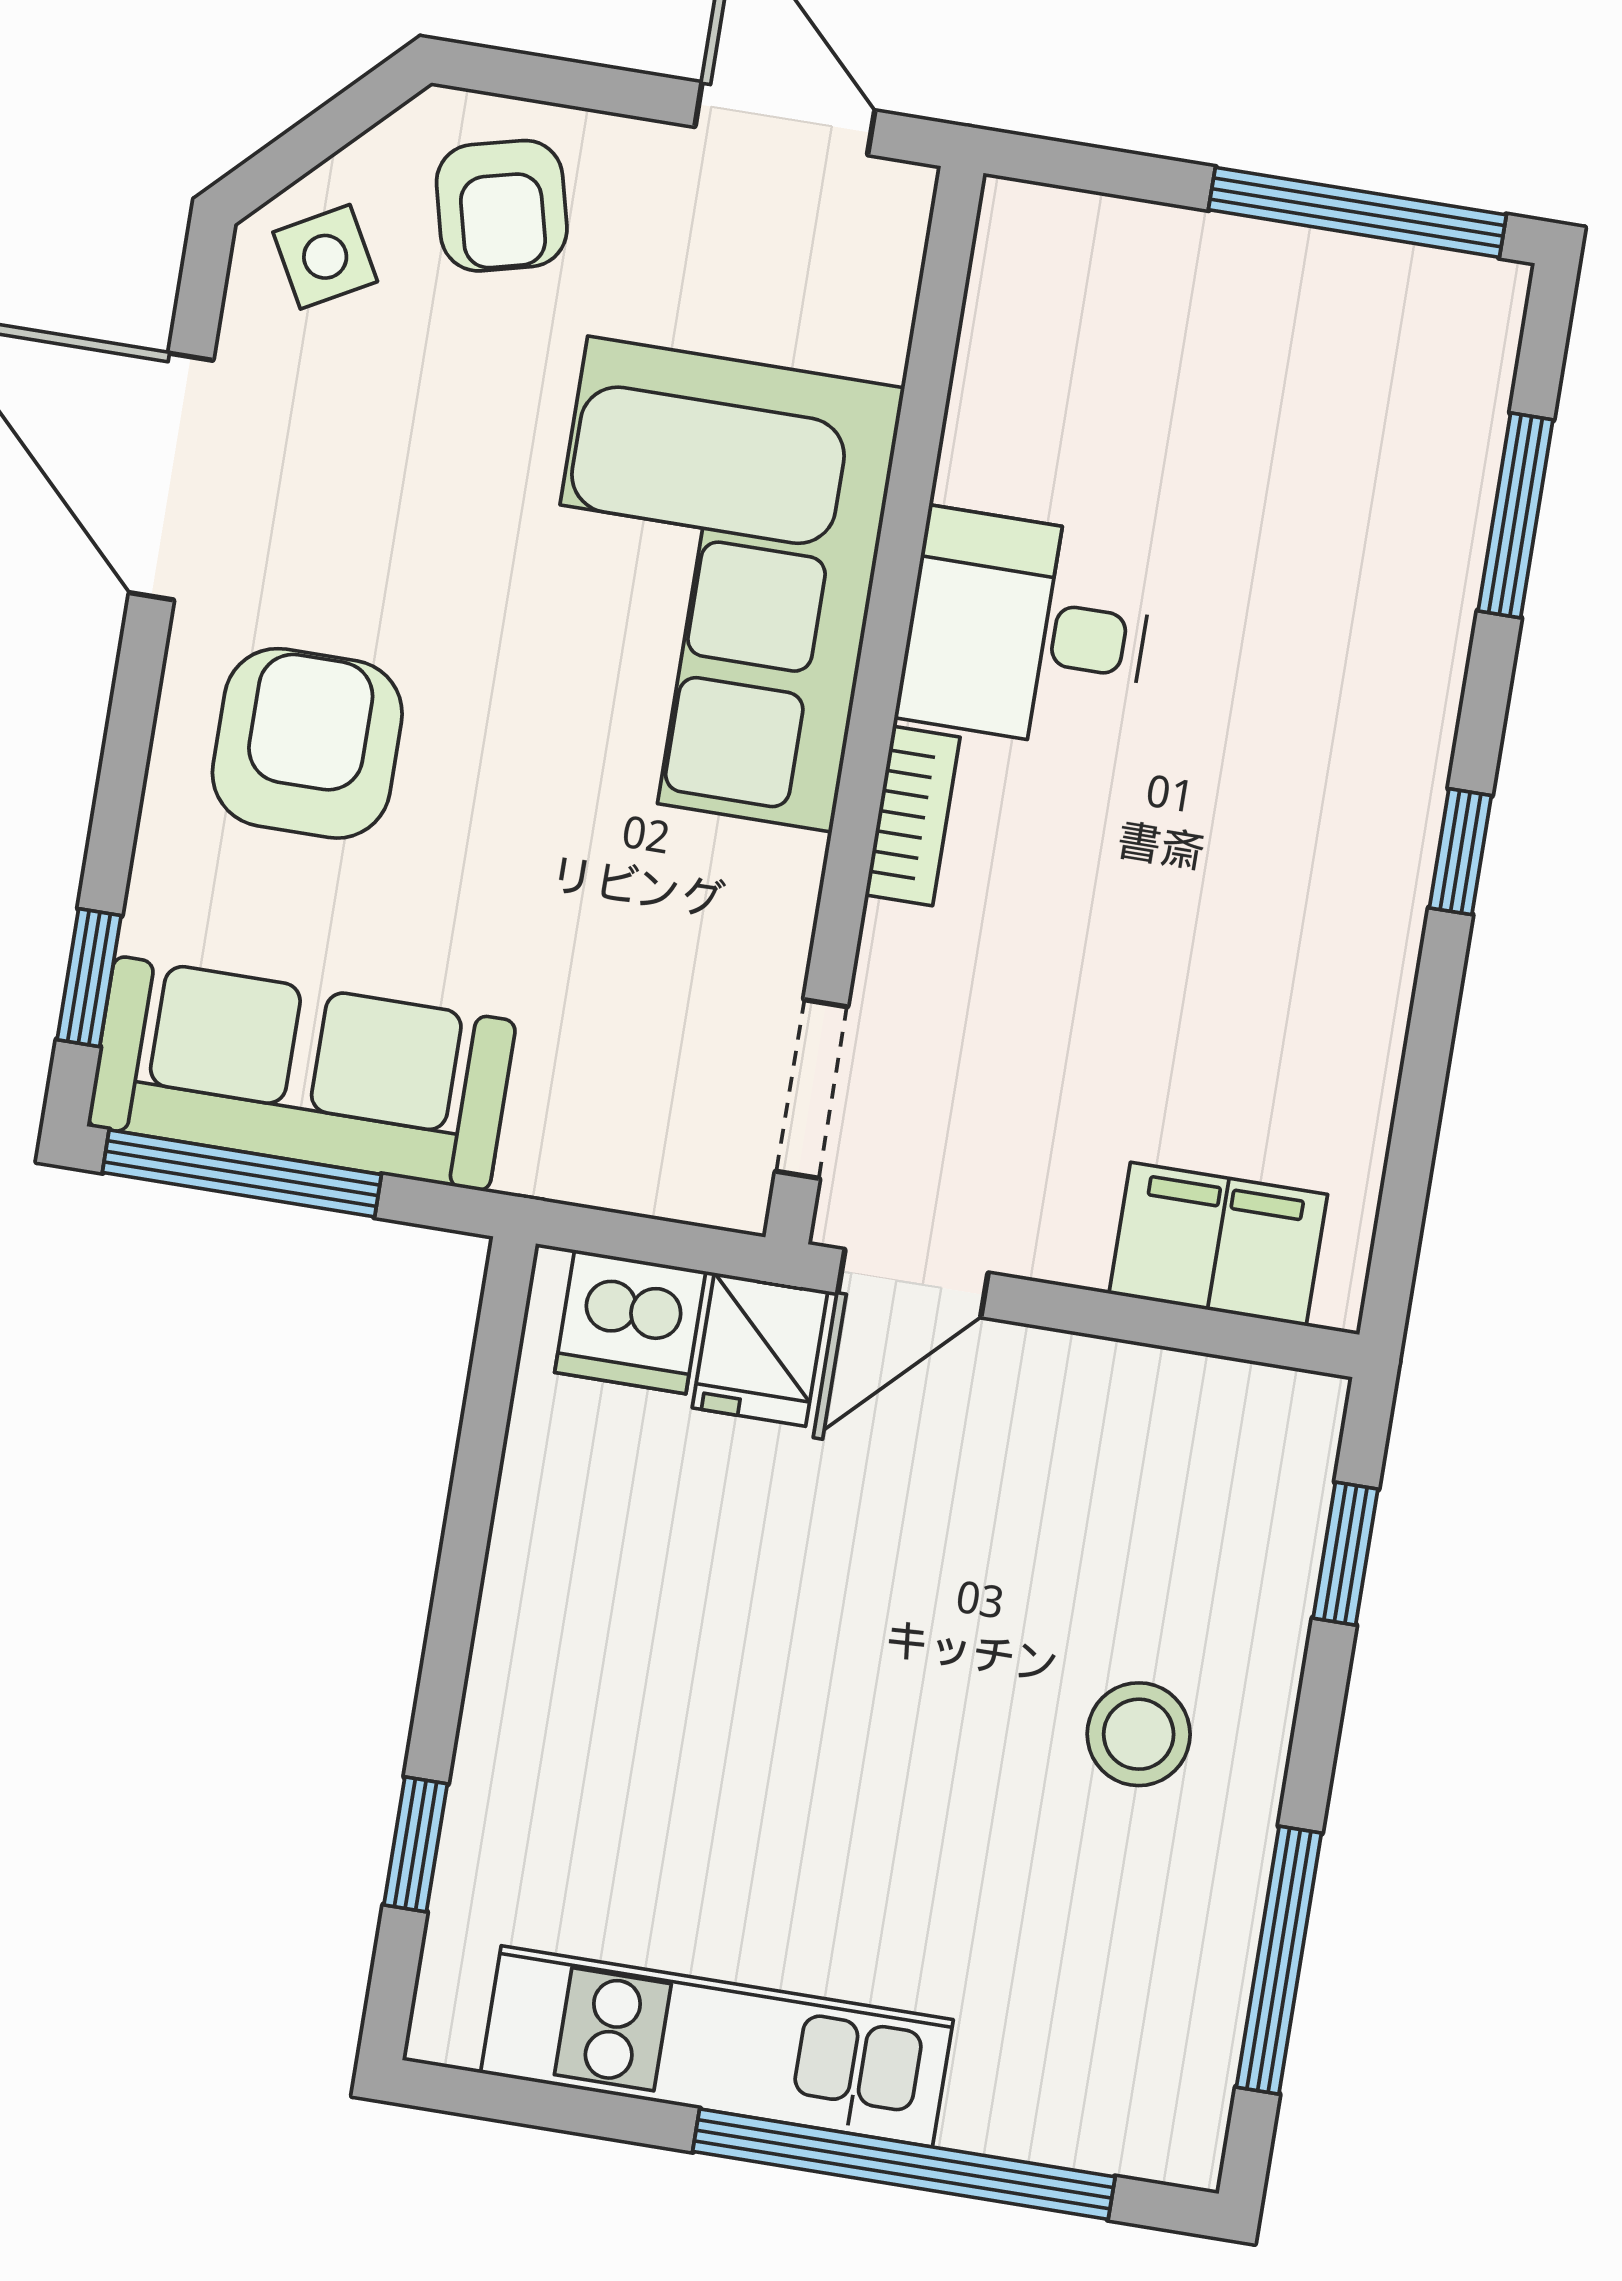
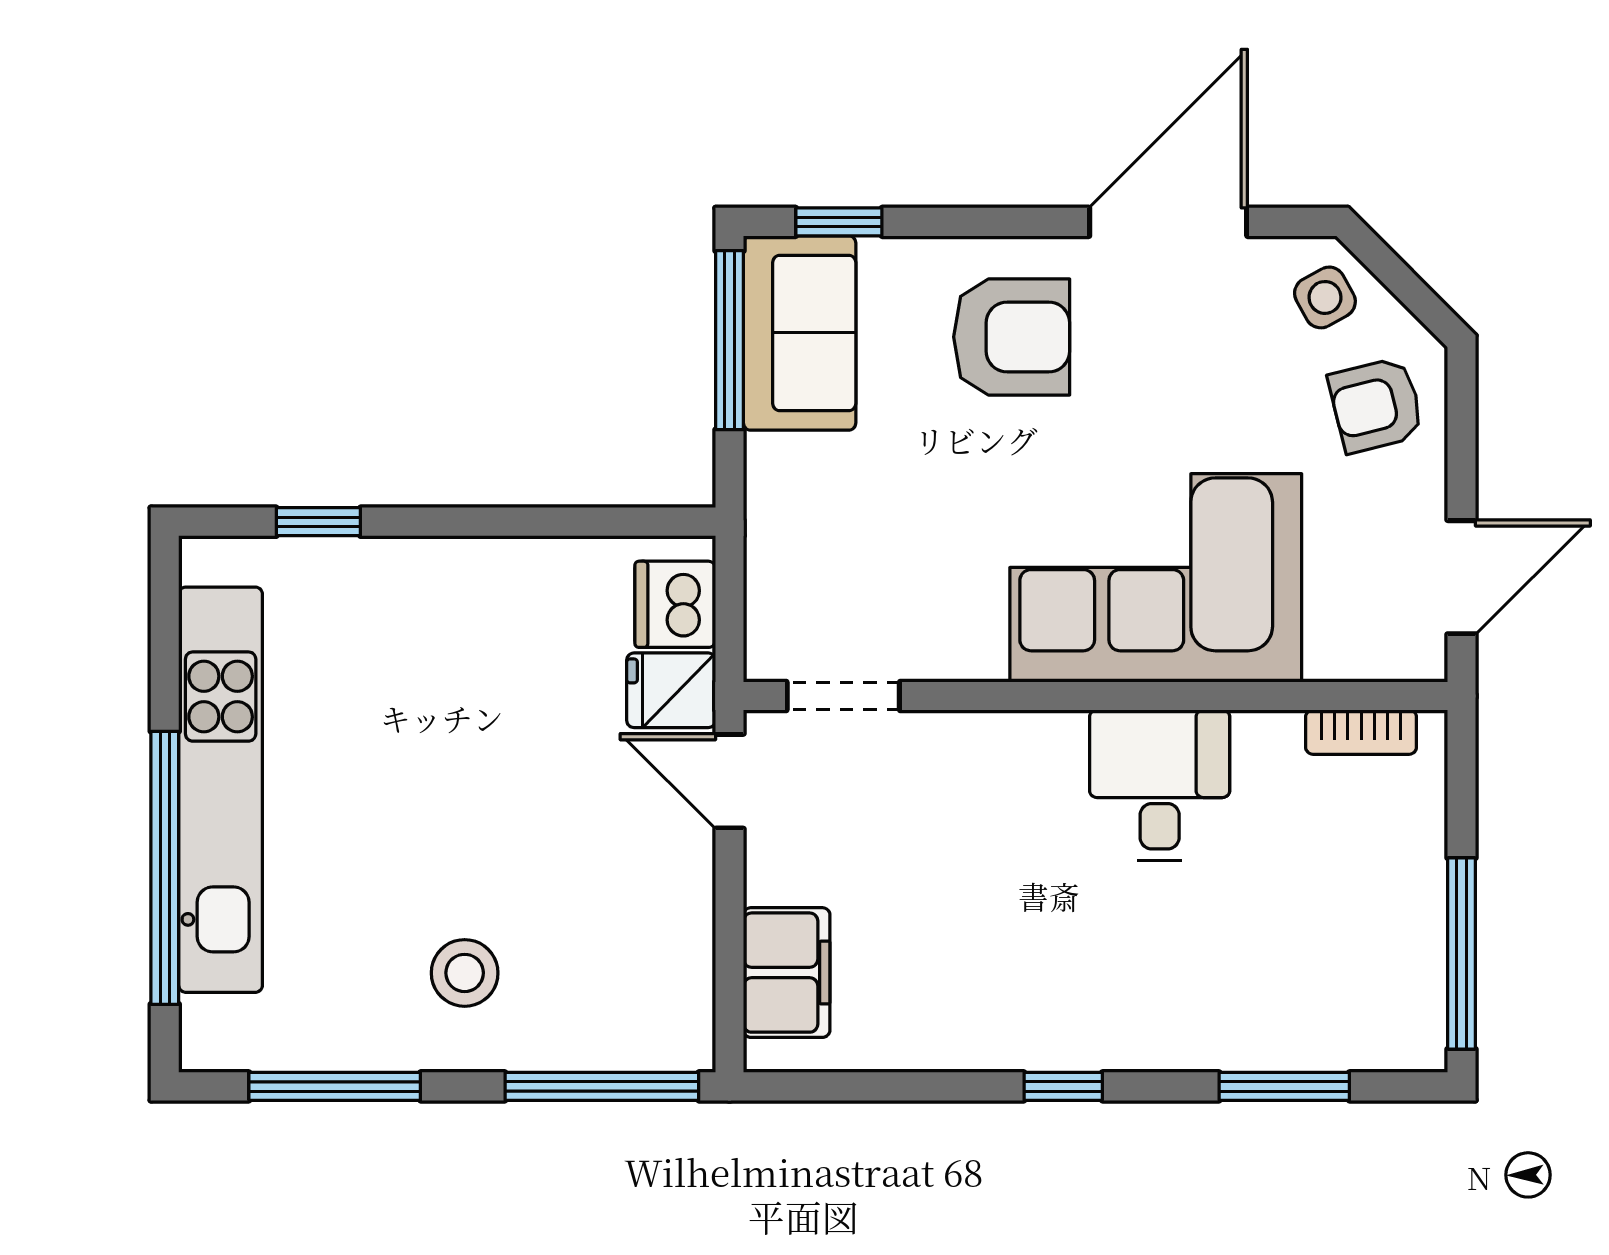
bookcase: (913, 816) -> (1361, 732), moved
sofa: (302, 1074) -> (800, 333), width x0.73
window: (1345, 1554) -> (602, 1086), width x2.17
kitchen unit: (717, 2046) -> (221, 790), width x1.36

